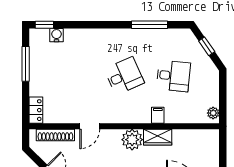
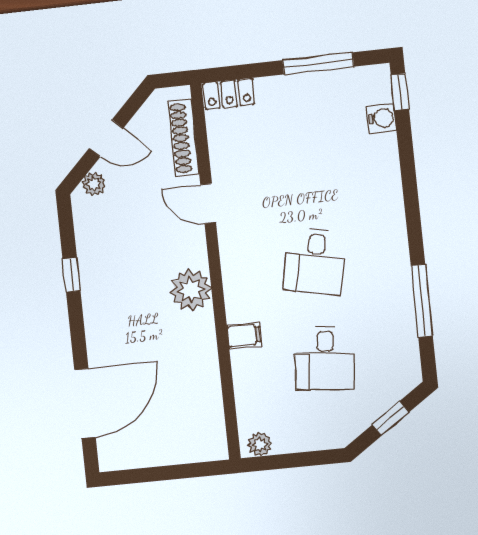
desk: (124, 76) -> (315, 261), turned 36
wardrobe: (158, 137) -> (201, 340), removed

